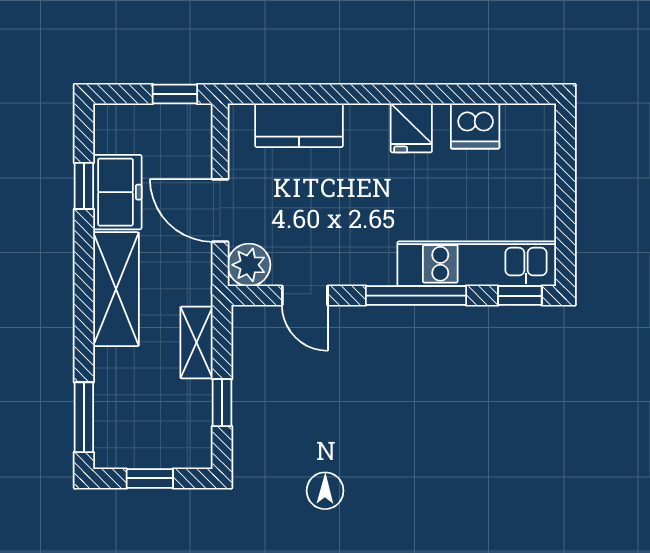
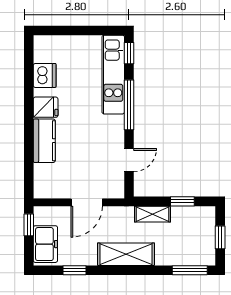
kitchen counter: (299, 125) -> (44, 141), moved
freezer: (117, 192) -> (45, 244), moved, turned 90
plant: (249, 265) -> (114, 188), removed

